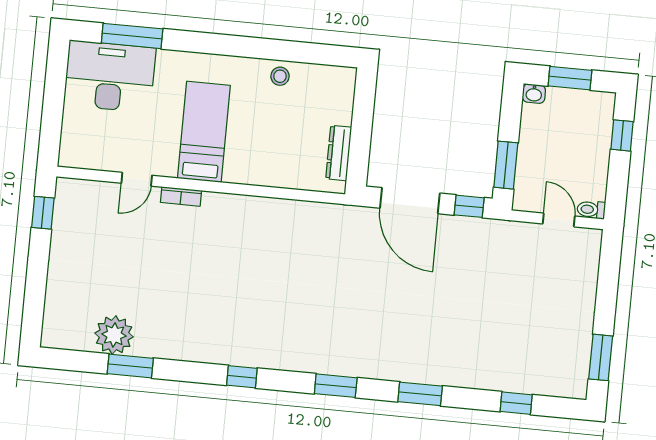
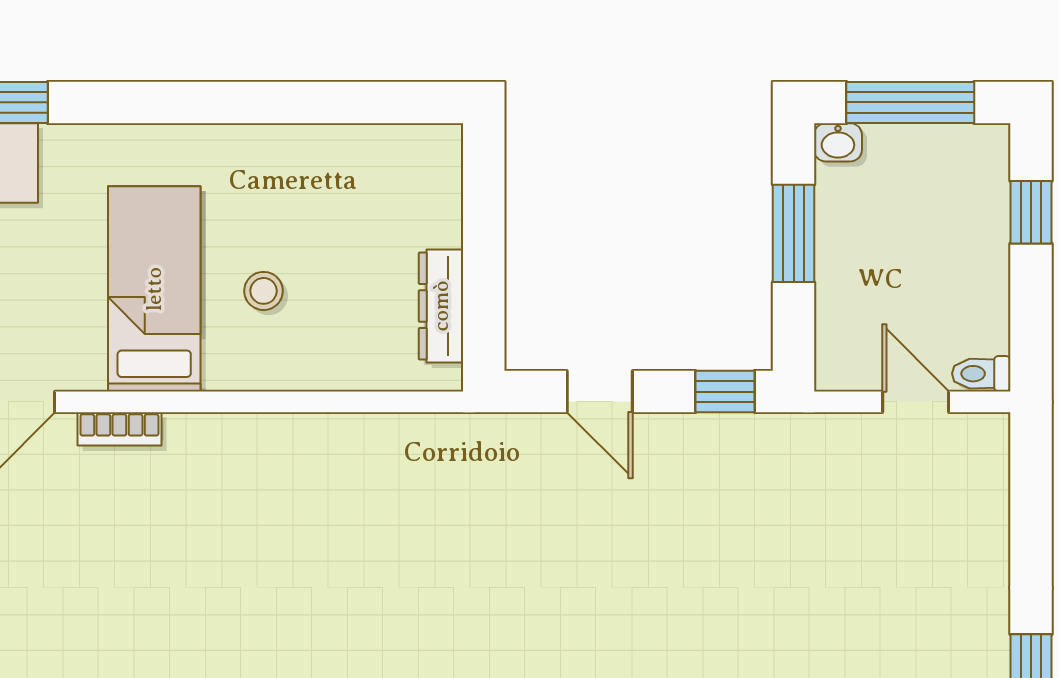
stool: (280, 76) -> (264, 291), moved
window: (570, 78) -> (910, 102), width x1.44
window: (506, 165) -> (794, 233), moved
door: (410, 201) -> (600, 392), width x0.53

